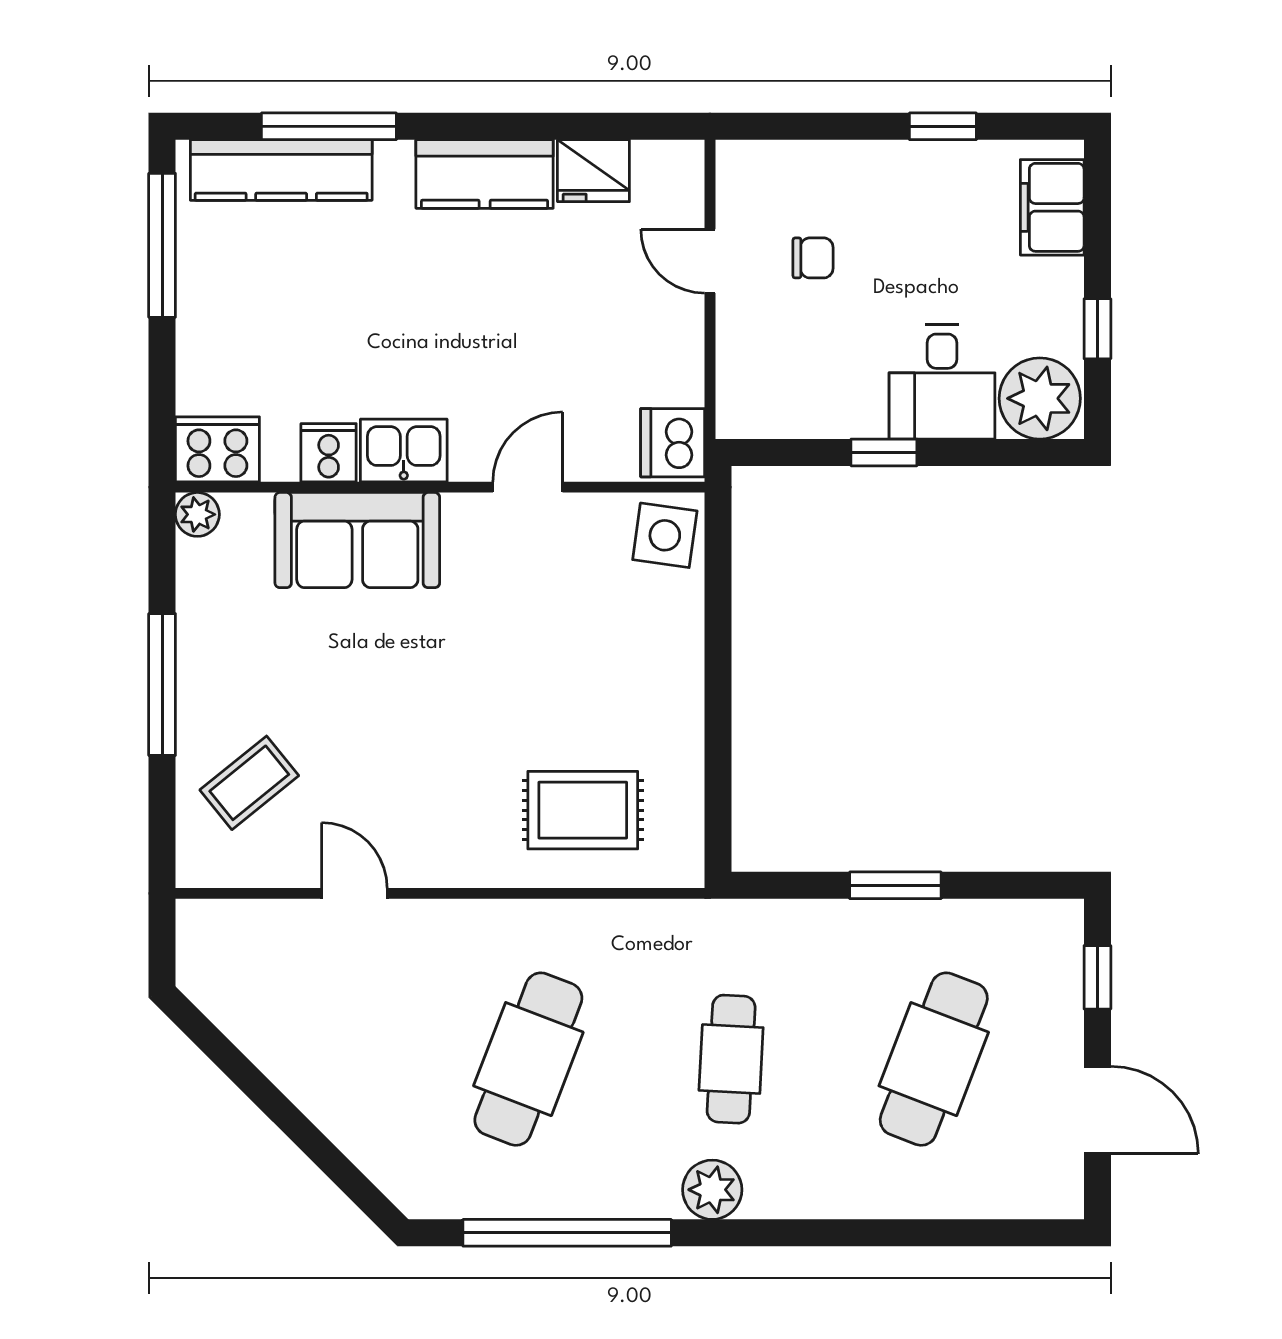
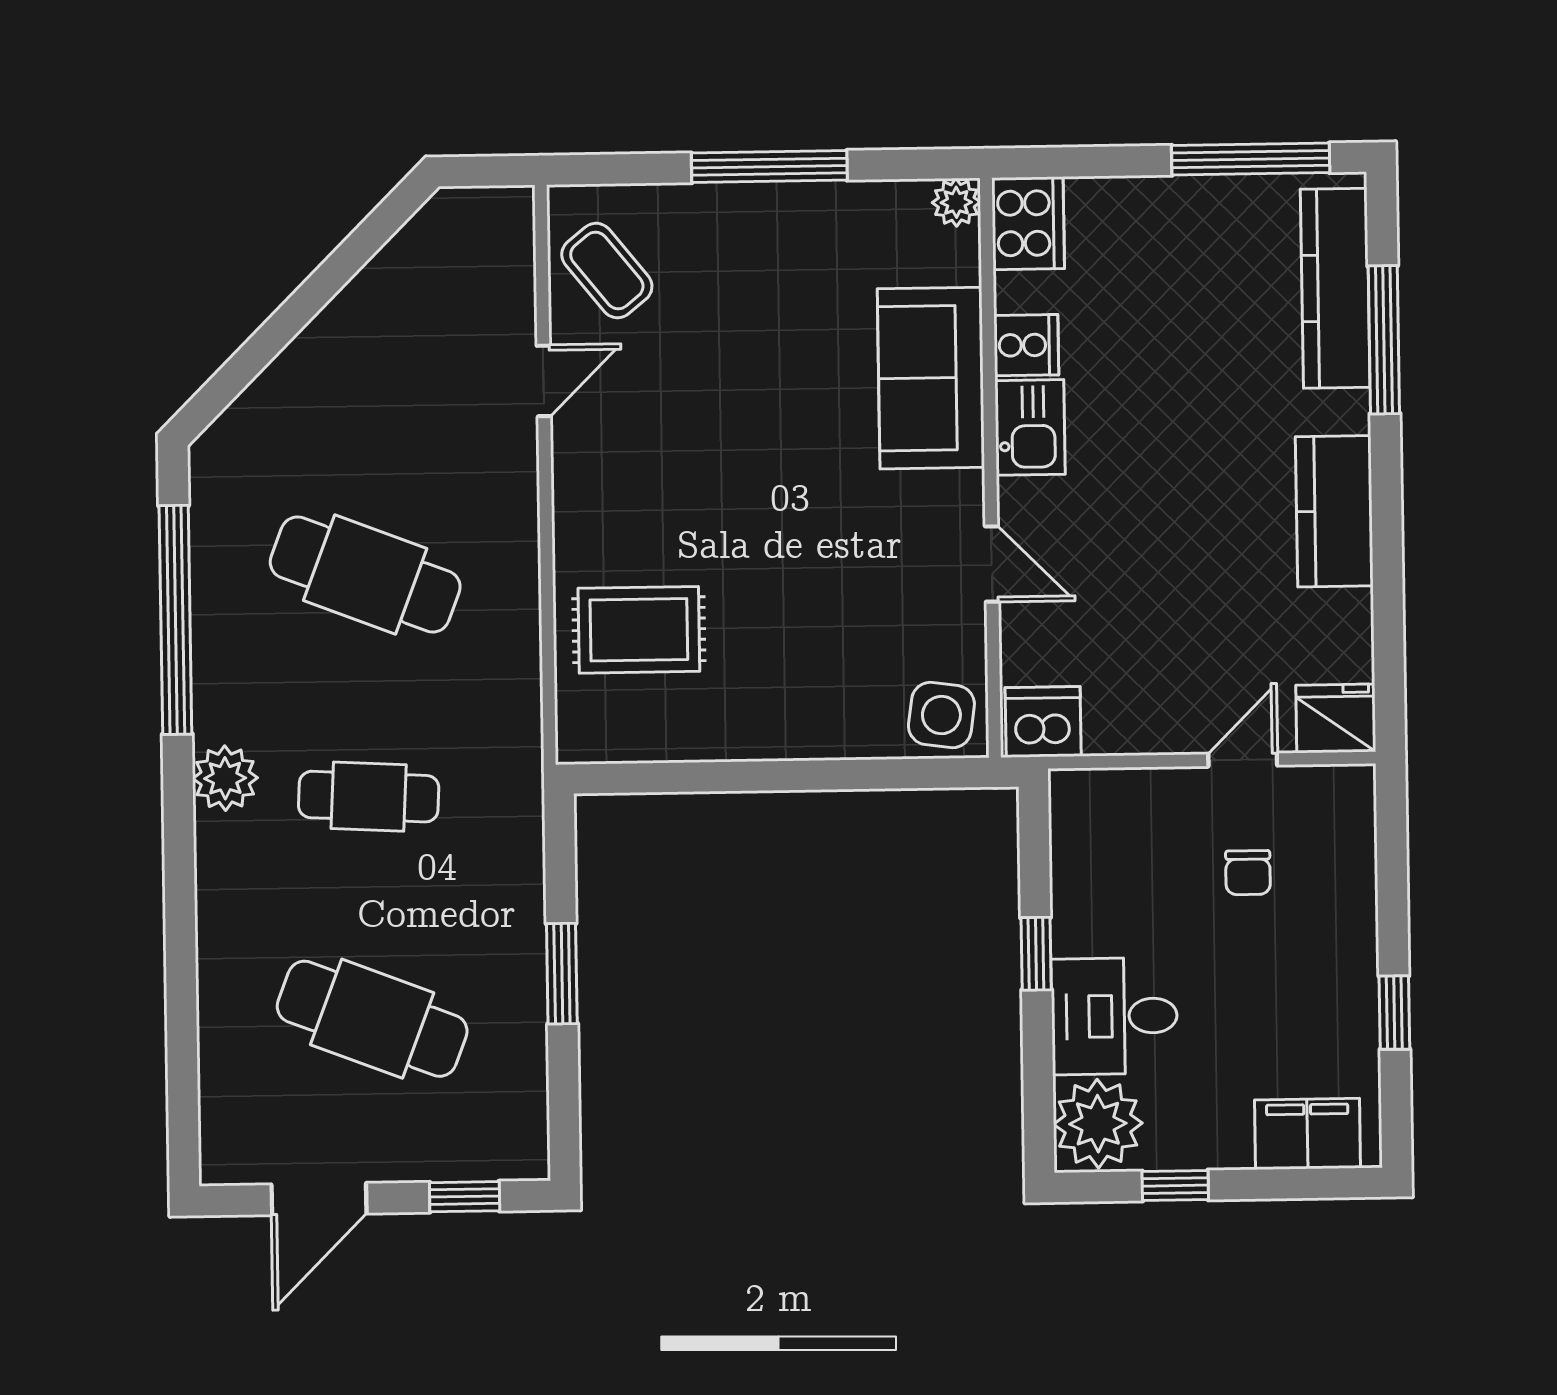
fridge: (593, 171) -> (1336, 718), moved, turned 90
coffee table: (249, 783) -> (607, 271), moved
rug: (583, 810) -> (639, 630), turned 90

